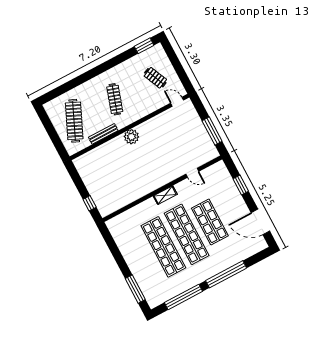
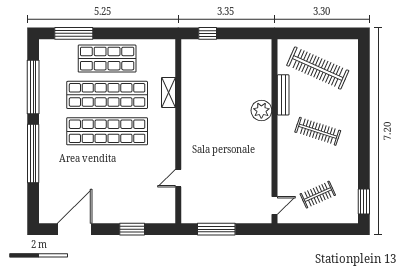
plant: (131, 137) -> (261, 111), moved
shelving: (165, 195) -> (169, 92), moved
shop shelf: (210, 222) -> (107, 59), moved

